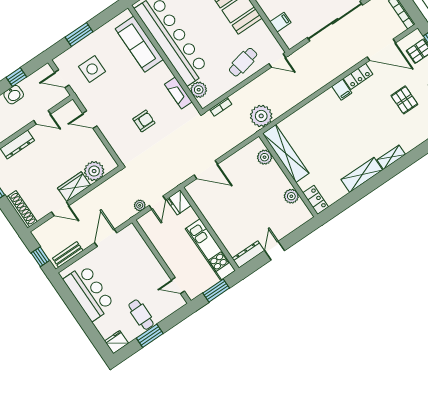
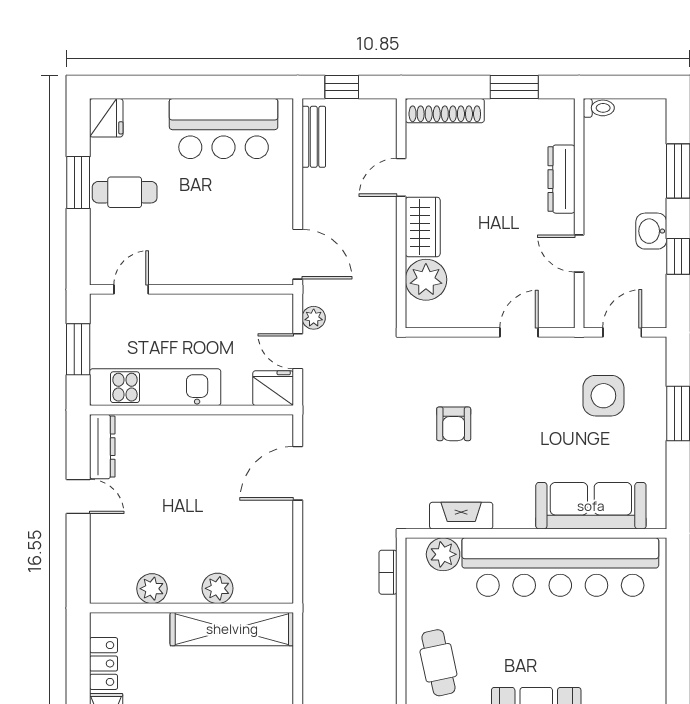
plant: (261, 116) -> (325, 631), removed
door: (42, 117) -> (579, 254), hinge flipped
plant: (265, 157) -> (217, 588), moved
locker: (316, 200) -> (104, 664), moved, turned -90
door: (106, 238) -> (298, 254), moved

